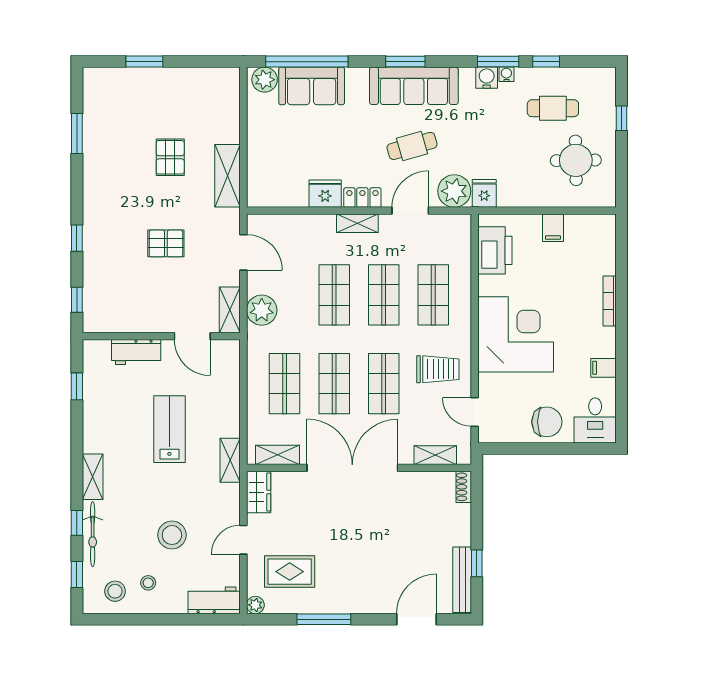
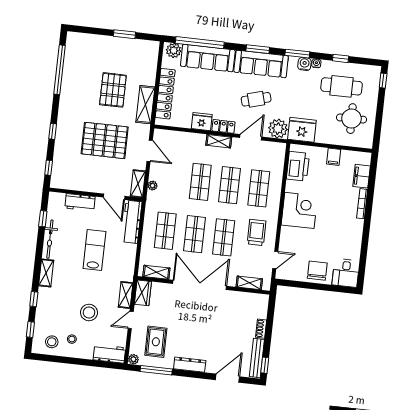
window: (144, 62) -> (124, 34), moved
window: (498, 62) -> (297, 54), moved
sofa: (312, 86) -> (208, 58), width x1.36
cafe table: (553, 108) -> (342, 86), width x1.37, depth x1.35
window: (622, 118) -> (383, 81), moved
window: (77, 134) -> (60, 70), width x2.11
locker: (259, 154) -> (165, 94), added
pallet: (170, 157) -> (113, 90), width x1.50, depth x1.42
fridge: (484, 193) -> (302, 130), width x1.88, depth x1.34
pallet: (166, 243) -> (105, 140), width x2.05, depth x2.00
plant: (262, 310) -> (153, 186), width x0.53, depth x0.53
corner desk: (516, 334) -> (299, 210), width x0.74, depth x0.74
filing cabinet: (603, 368) -> (362, 176), moved, width x2.00
trolley: (438, 369) -> (257, 232), turned -90
workbench: (227, 375) -> (132, 222), added
door: (475, 412) -> (275, 260), swing flipped
chair: (547, 422) -> (317, 271), turned -90
shelving: (230, 460) -> (126, 295), moved
shoe rack: (464, 487) -> (261, 329), moved
bicycle: (93, 534) -> (50, 239), moved
window: (477, 563) -> (265, 365), moved
rug: (290, 572) -> (156, 342), turned 90
dresser: (351, 604) -> (190, 365), added
window: (324, 619) -> (156, 370), moved

